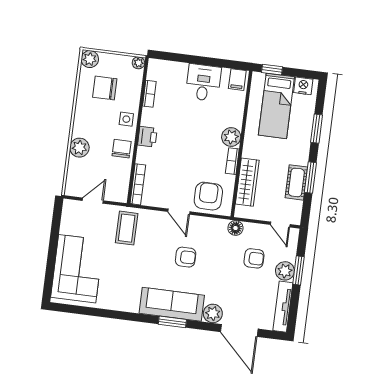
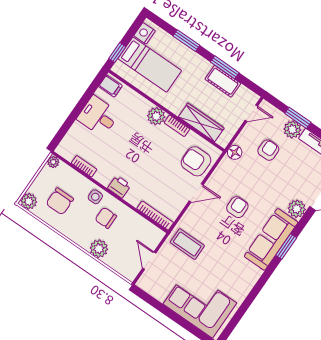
chair: (122, 149) -> (106, 218), moved

